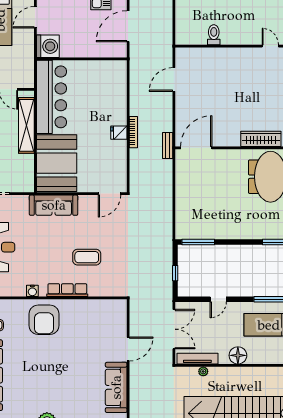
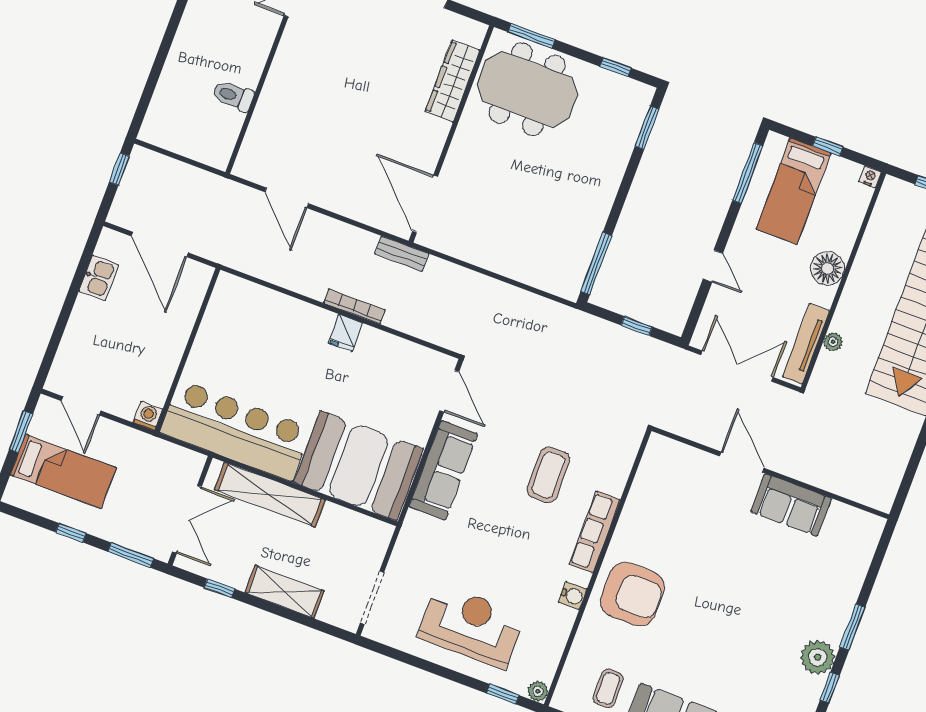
washing machine: (48, 46) -> (148, 416), width x0.53, depth x0.53
sofa: (54, 205) -> (443, 470), moved
sofa: (116, 387) -> (791, 505), width x0.73

